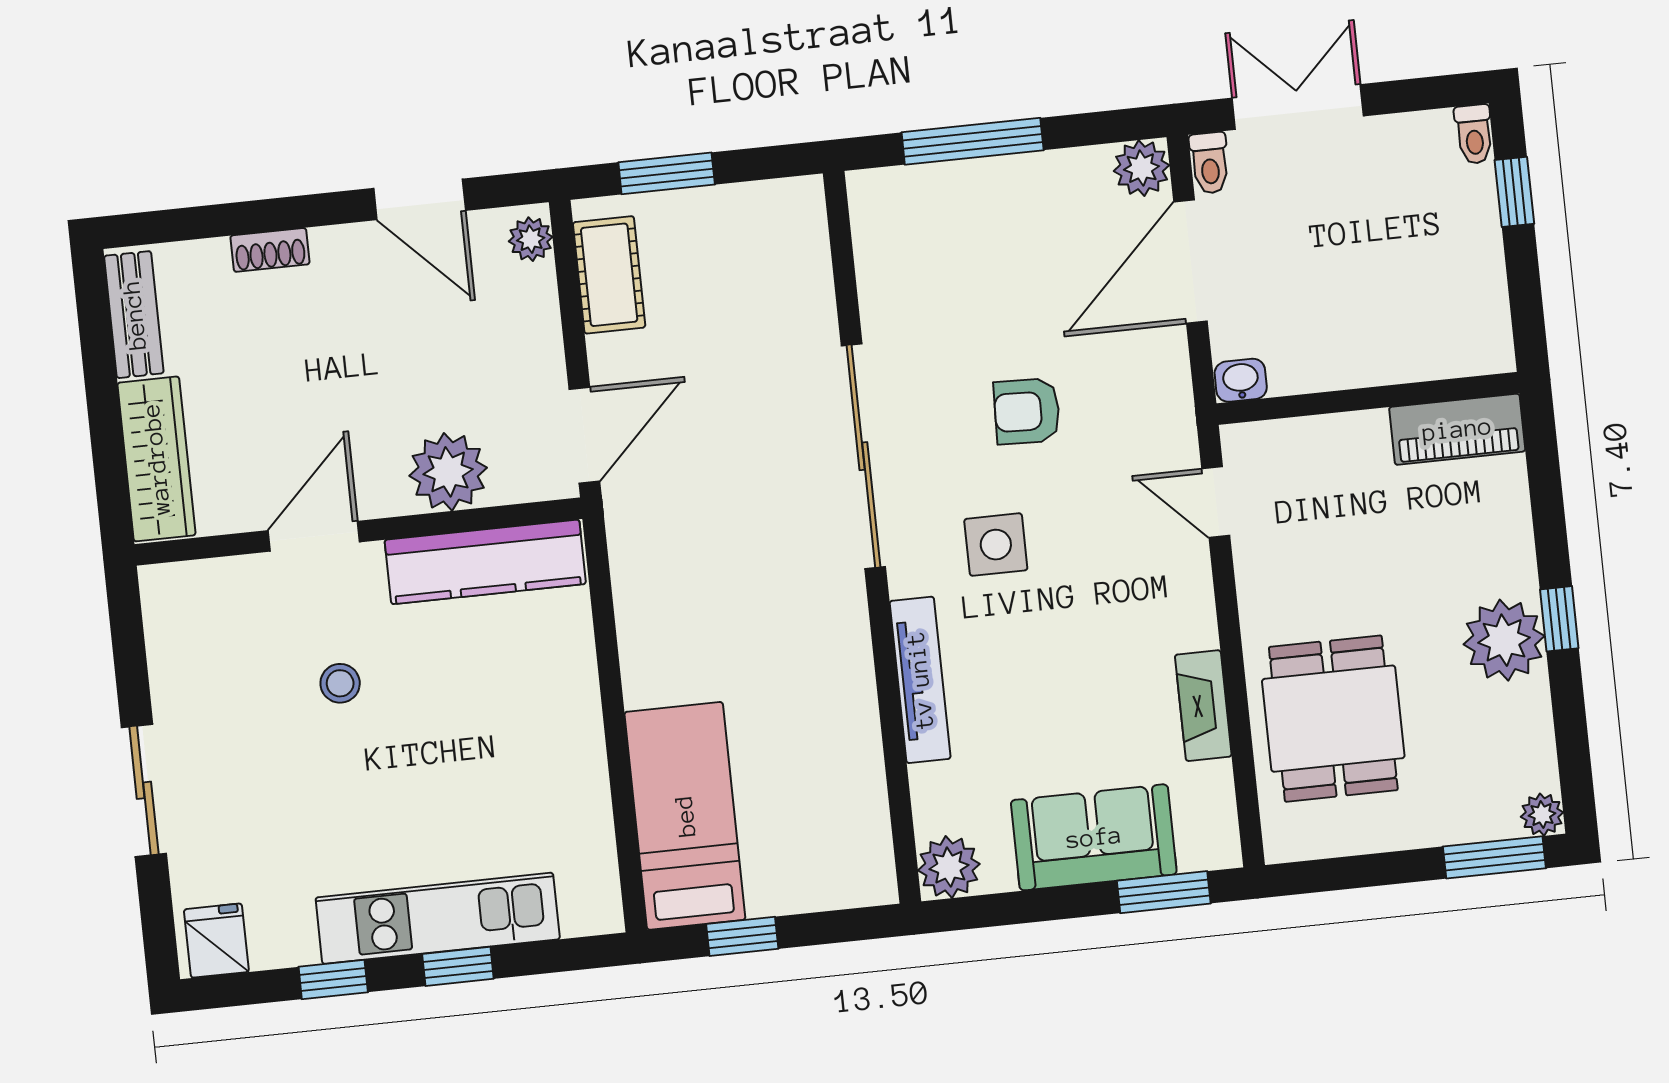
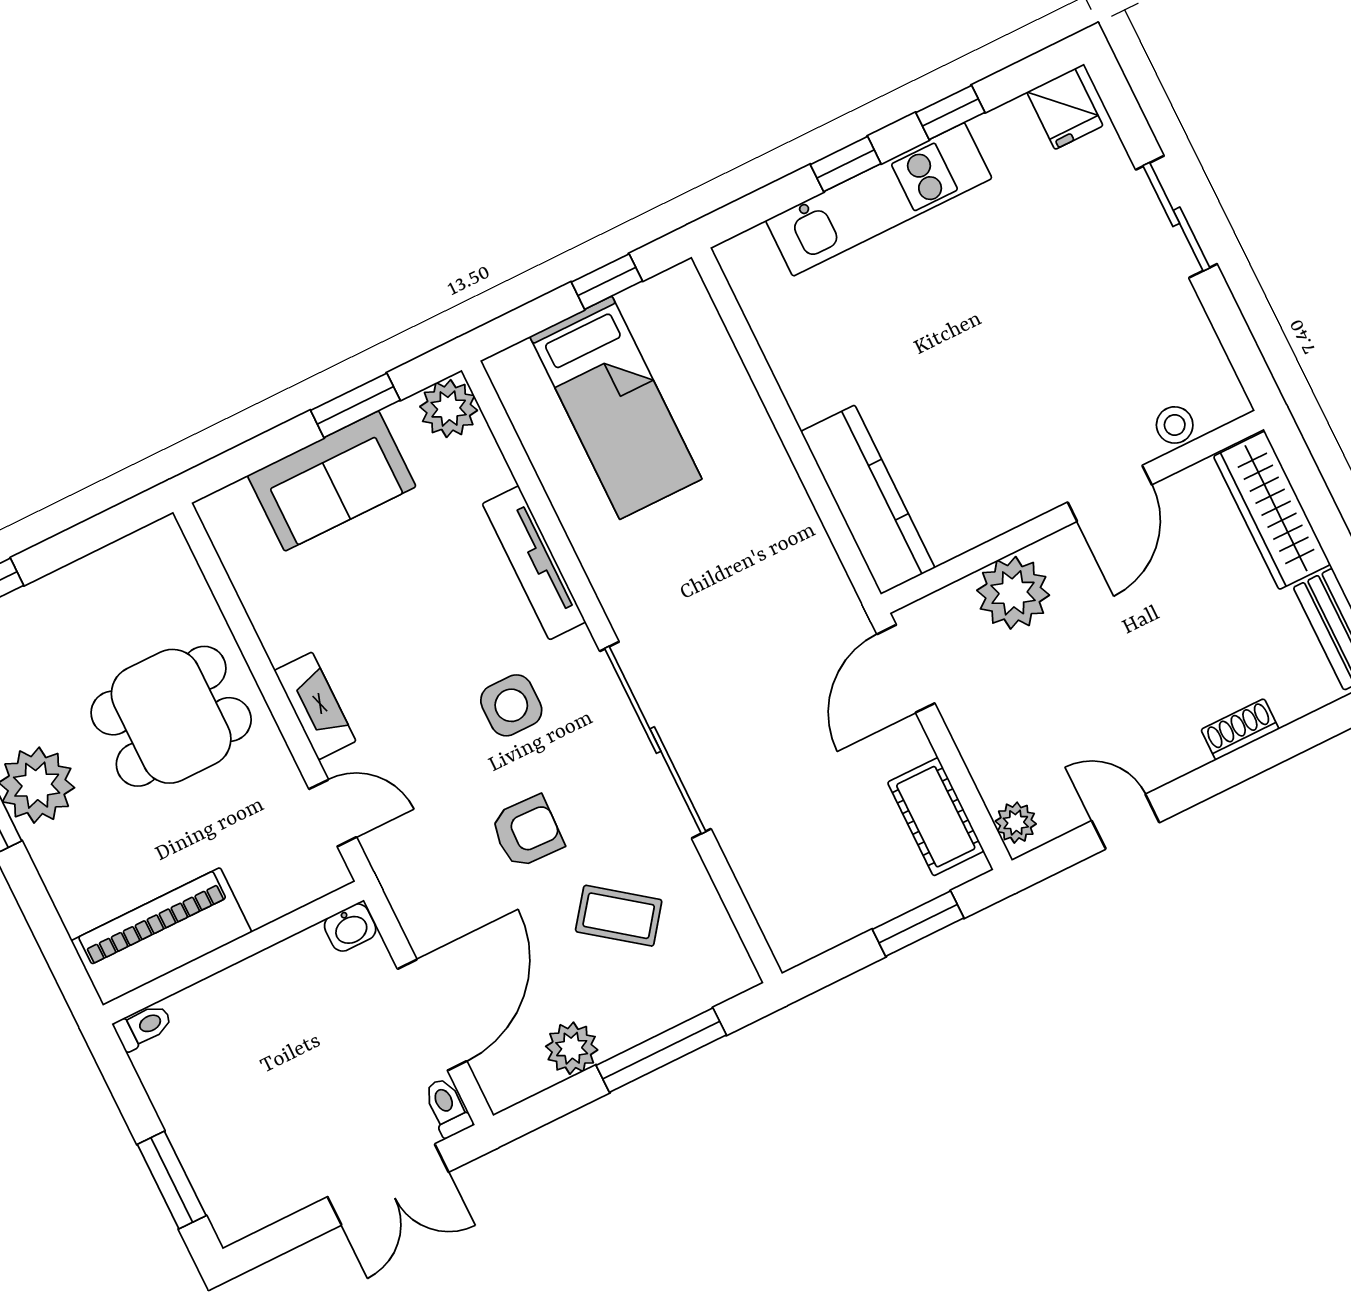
toilet: (1474, 134) -> (143, 1027), moved, turned 90
plant: (1142, 168) -> (572, 1048), moved
window: (1514, 192) -> (172, 1180), width x1.50
door: (420, 199) -> (1126, 822), width x0.73
coffee table: (966, 293) -> (619, 916), added
piano: (1457, 429) -> (161, 936), width x1.37, depth x1.33
kitchen counter: (485, 562) -> (868, 500), moved, turned 90
stool: (340, 683) -> (1175, 425), moved
fireplace: (1203, 706) -> (315, 706), moved
dining table: (1333, 719) -> (171, 716), moved, turned 90
bed: (685, 816) -> (616, 408), moved
window: (1164, 892) -> (355, 405), moved

